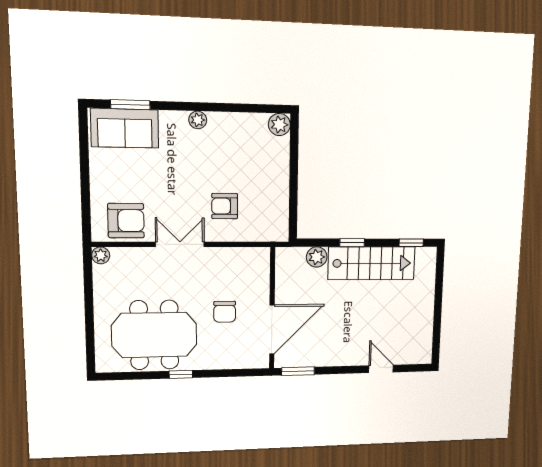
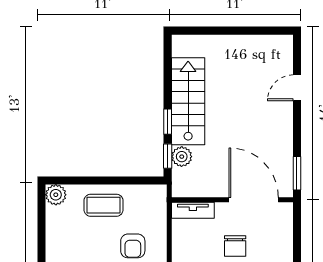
coffee table: (268, 176) -> (104, 205), added
window: (411, 243) -> (168, 156), moved
tv unit: (262, 269) -> (193, 210), added
chair: (225, 312) -> (235, 246), turned 90

